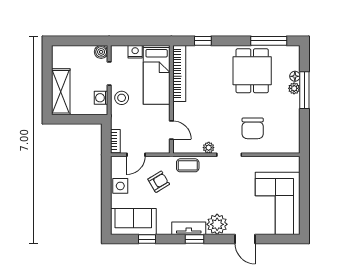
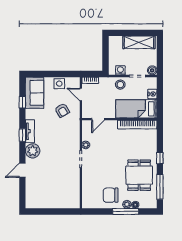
window: (203, 41) -> (160, 158), moved
dining table: (252, 71) -> (139, 175), turned 90
shelving: (61, 92) -> (139, 42), moved
chair: (253, 128) -> (111, 195), moved
coffee table: (188, 165) -> (74, 130), removed
corner sofa: (278, 203) -> (47, 193), removed

